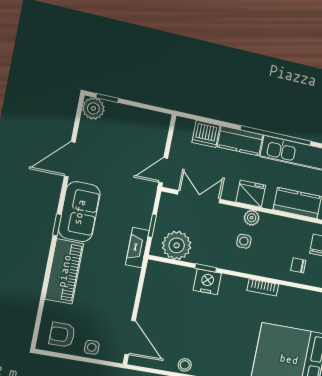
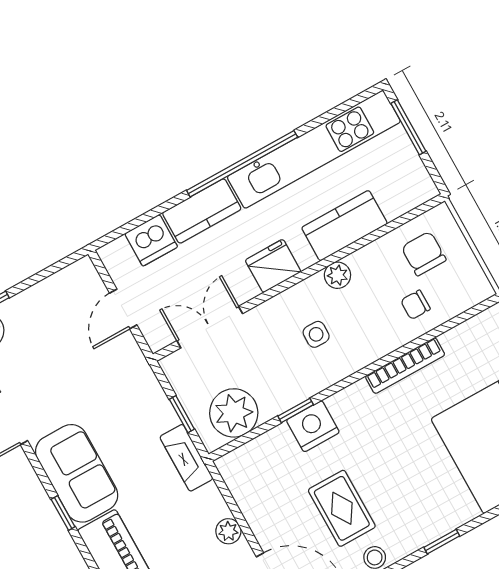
door: (163, 170) -> (123, 309), moved
plant: (252, 218) -> (337, 275), moved
bookcase: (263, 287) -> (405, 366), width x1.56
plant: (128, 298) -> (228, 531), added
rug: (189, 330) -> (342, 508), added

